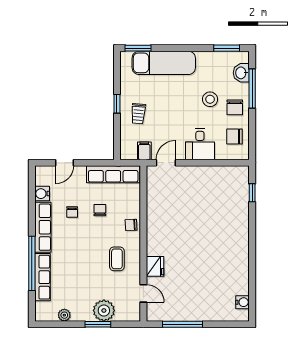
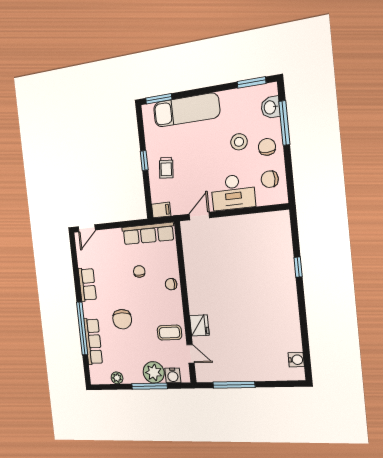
chair: (235, 107) -> (267, 147), turned 180
desk: (200, 144) -> (233, 192), width x1.37
filing cabinet: (144, 151) -> (161, 210), moved, turned 90
door: (64, 163) -> (87, 228), moved
window: (252, 193) -> (298, 267), moved
water cooler: (42, 194) -> (173, 375), moved, turned -90
chair: (72, 212) -> (122, 319), moved, width x1.87, depth x1.87
row of seats: (43, 227) -> (87, 284), width x0.68
coffee table: (117, 259) -> (169, 333), moved, turned 90
window: (98, 324) -> (149, 386), width x1.44

